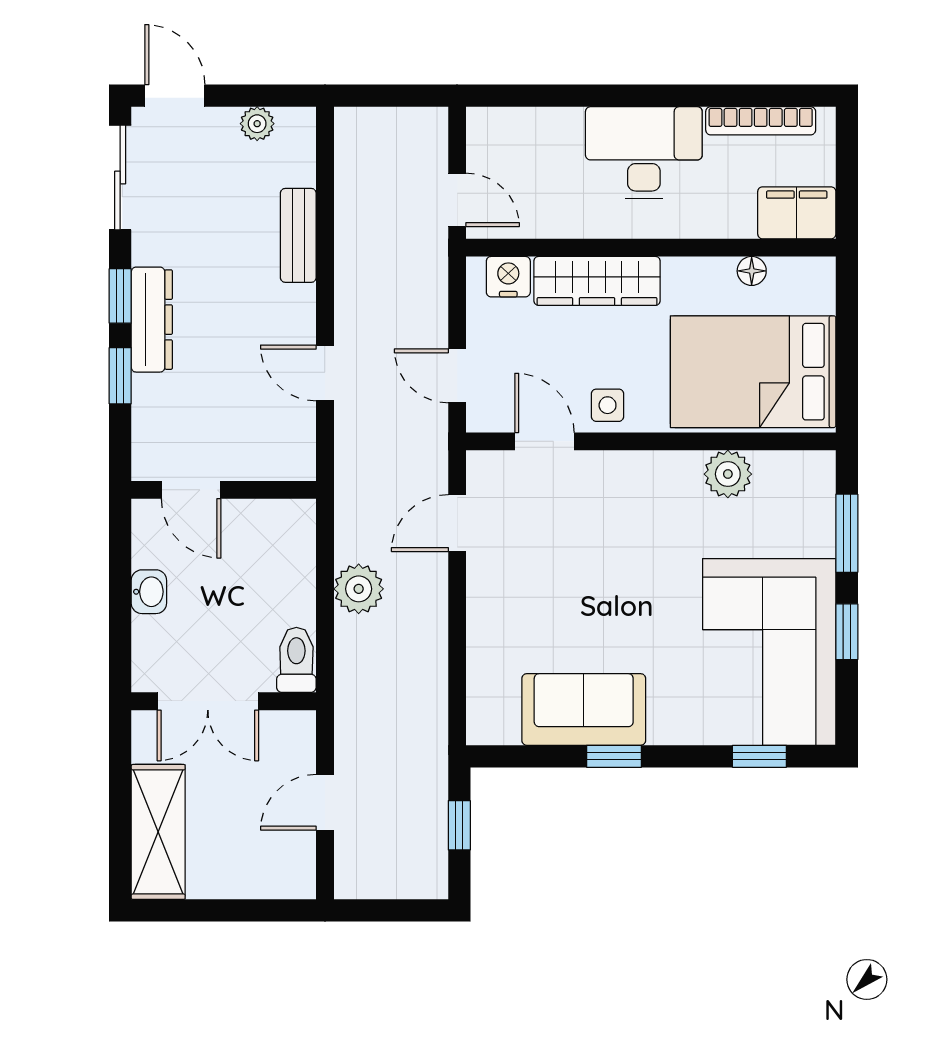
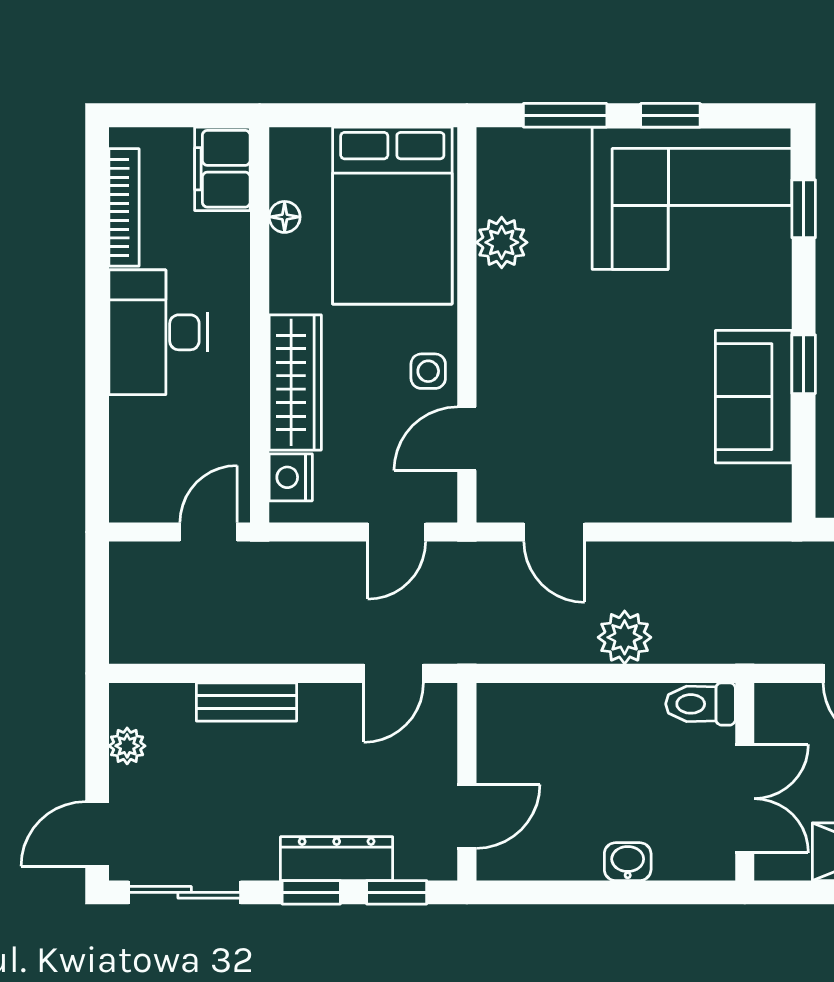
door: (191, 490) -> (467, 817), moved
wall: (224, 490) -> (467, 782), moved

